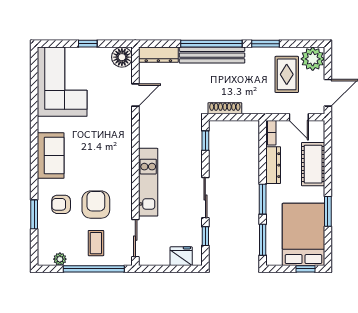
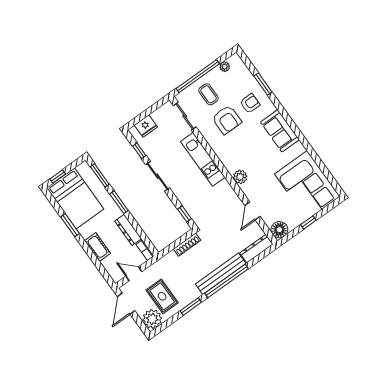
plant: (123, 138) -> (240, 177), added
cot: (313, 164) -> (97, 247), width x0.73, depth x0.75

